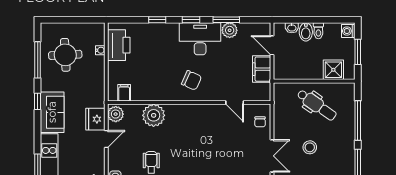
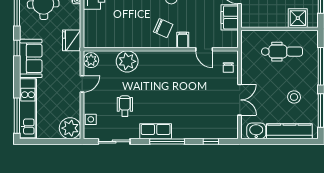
filing cabinet: (124, 93) -> (183, 40), moved
dental chair: (317, 105) -> (282, 52), turned -35
fridge: (95, 119) -> (72, 40), moved
stool: (310, 147) -> (294, 97), moved

